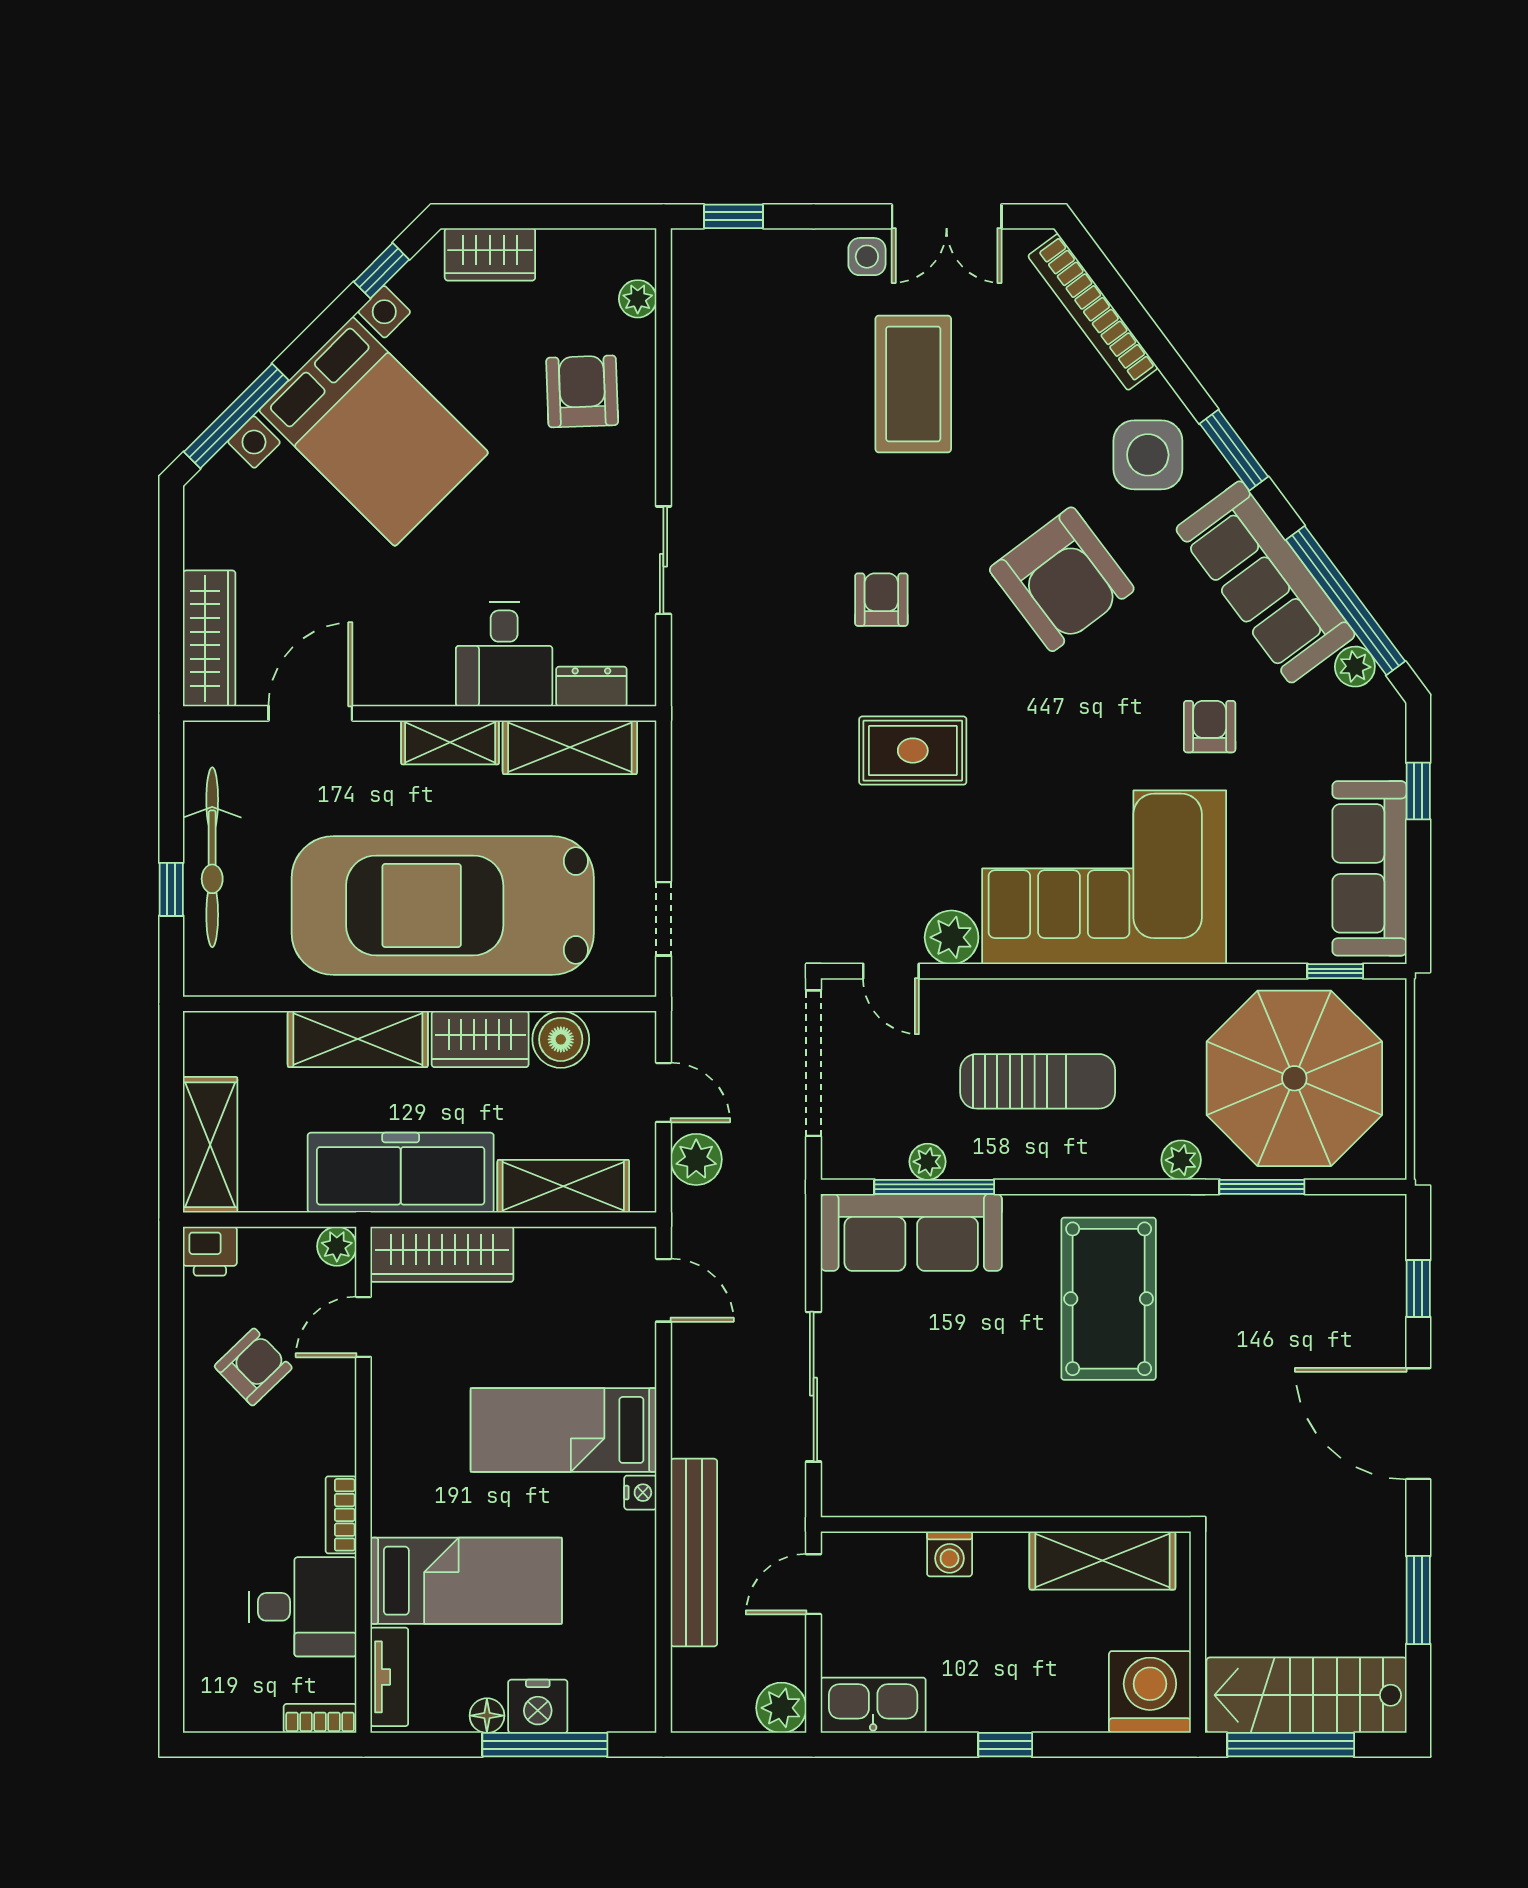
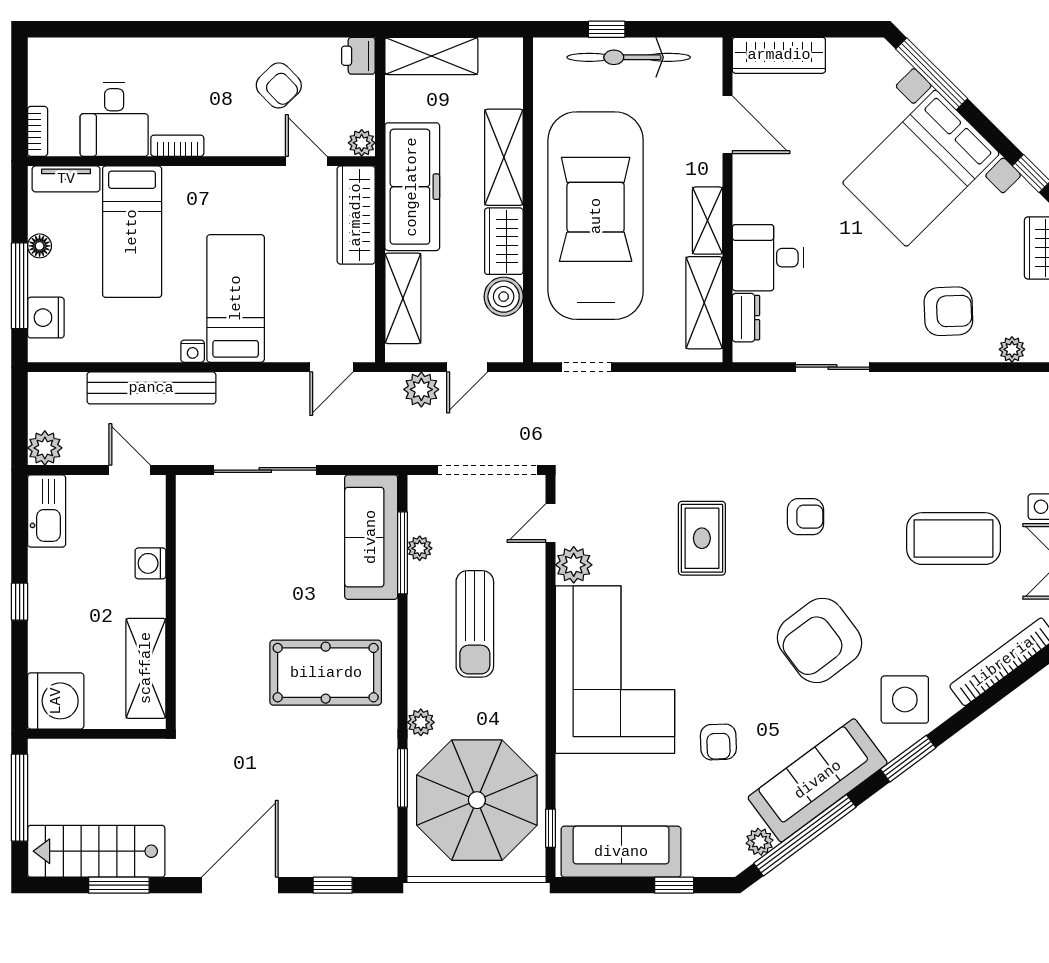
armchair: (1210, 727) -> (718, 742), turned 88
stairs: (1307, 1695) -> (96, 851), moved, turned -90
nightstand: (538, 1706) -> (46, 318), moved

